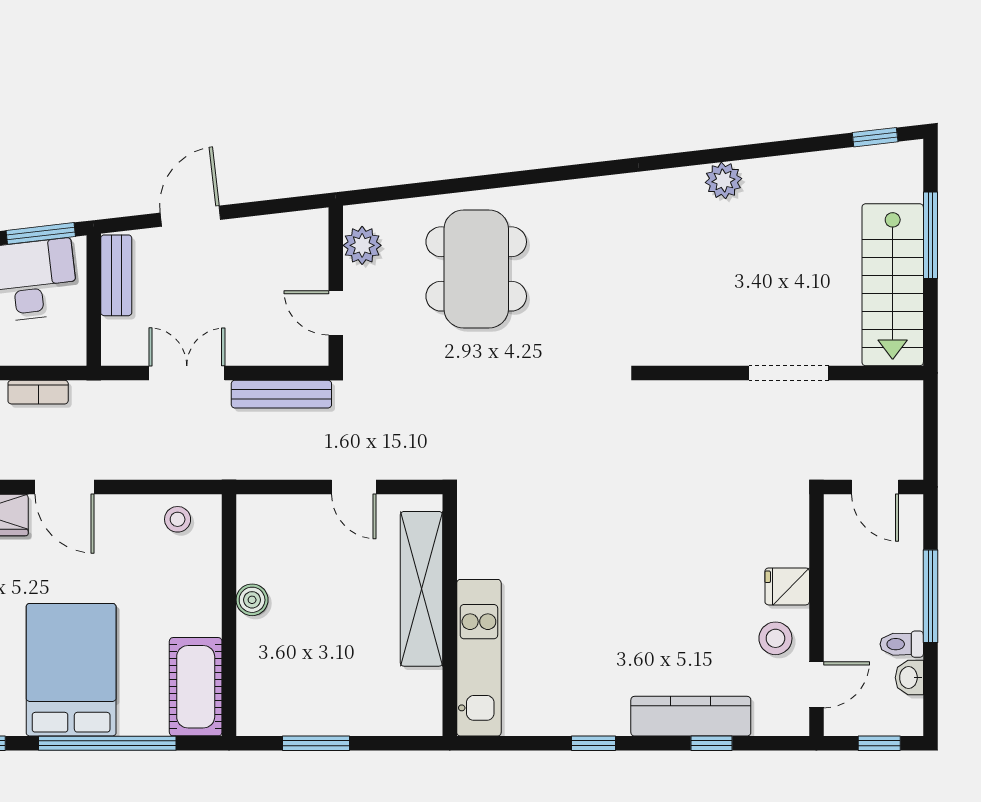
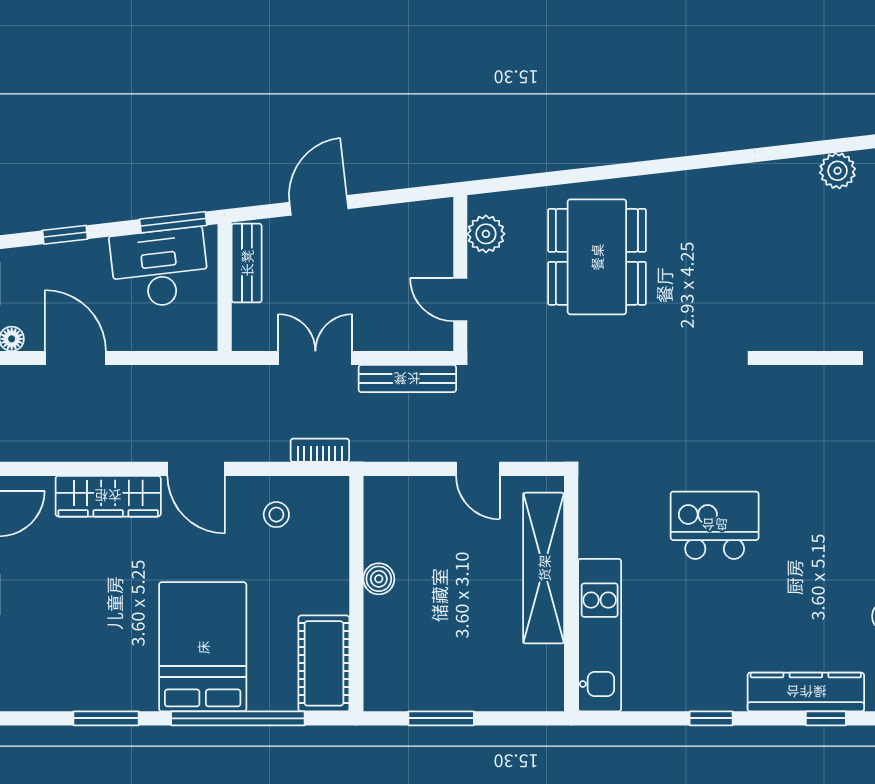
bookcase: (38, 392) -> (320, 450), moved, turned 180
stool: (178, 519) -> (276, 515), moved
kitchen island: (597, 545) -> (715, 525), added

